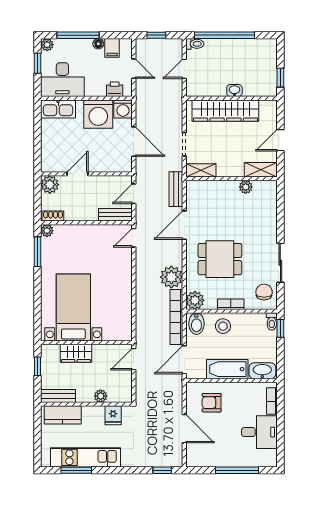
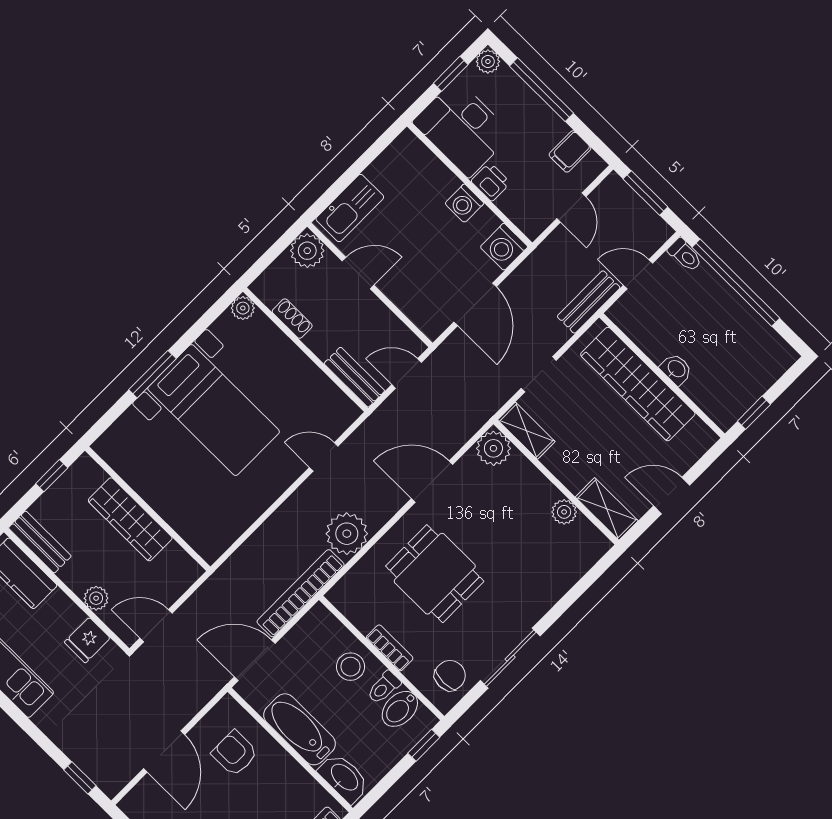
window: (156, 35) -> (645, 193), width x1.50
floor lamp: (98, 44) -> (557, 128), removed
printer: (115, 89) -> (491, 182), moved
kitchen sink: (58, 109) -> (350, 208), moved, turned -90
washing machine: (98, 114) -> (464, 203), width x0.53, depth x0.53
bench: (176, 189) -> (589, 302), moved
shoe rack: (53, 216) -> (292, 319), moved
door: (134, 238) -> (324, 457), moved
window: (38, 252) -> (152, 374), moved
plant: (195, 300) -> (493, 448), moved
bed with nightstands: (73, 307) -> (214, 410), moved, turned 90
toilet: (272, 321) -> (384, 687), moved
bidet: (196, 324) -> (400, 709), moved
wardrobe: (76, 353) -> (130, 519), width x1.50
door: (134, 359) -> (156, 626), moved

